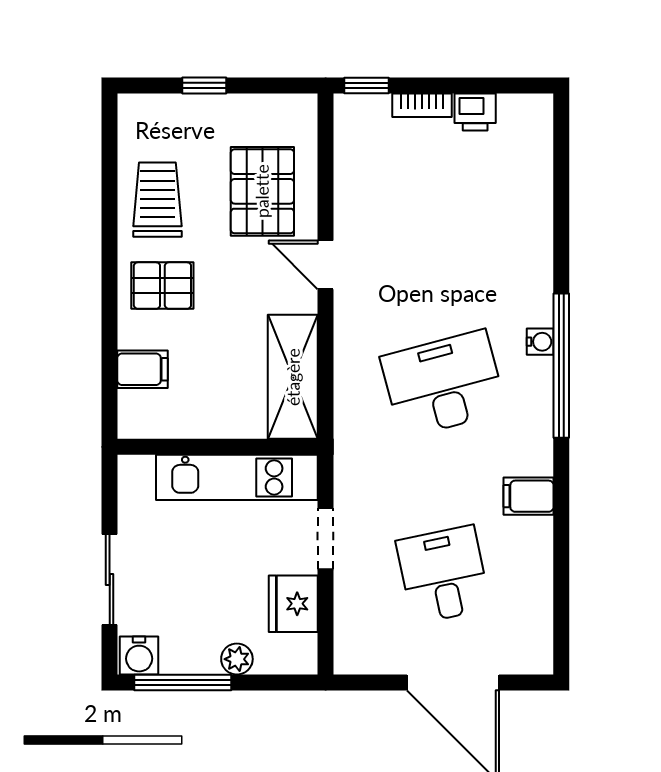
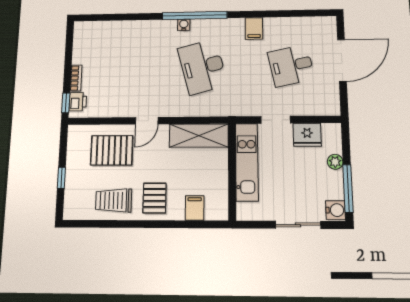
printer: (475, 112) -> (78, 102), moved

